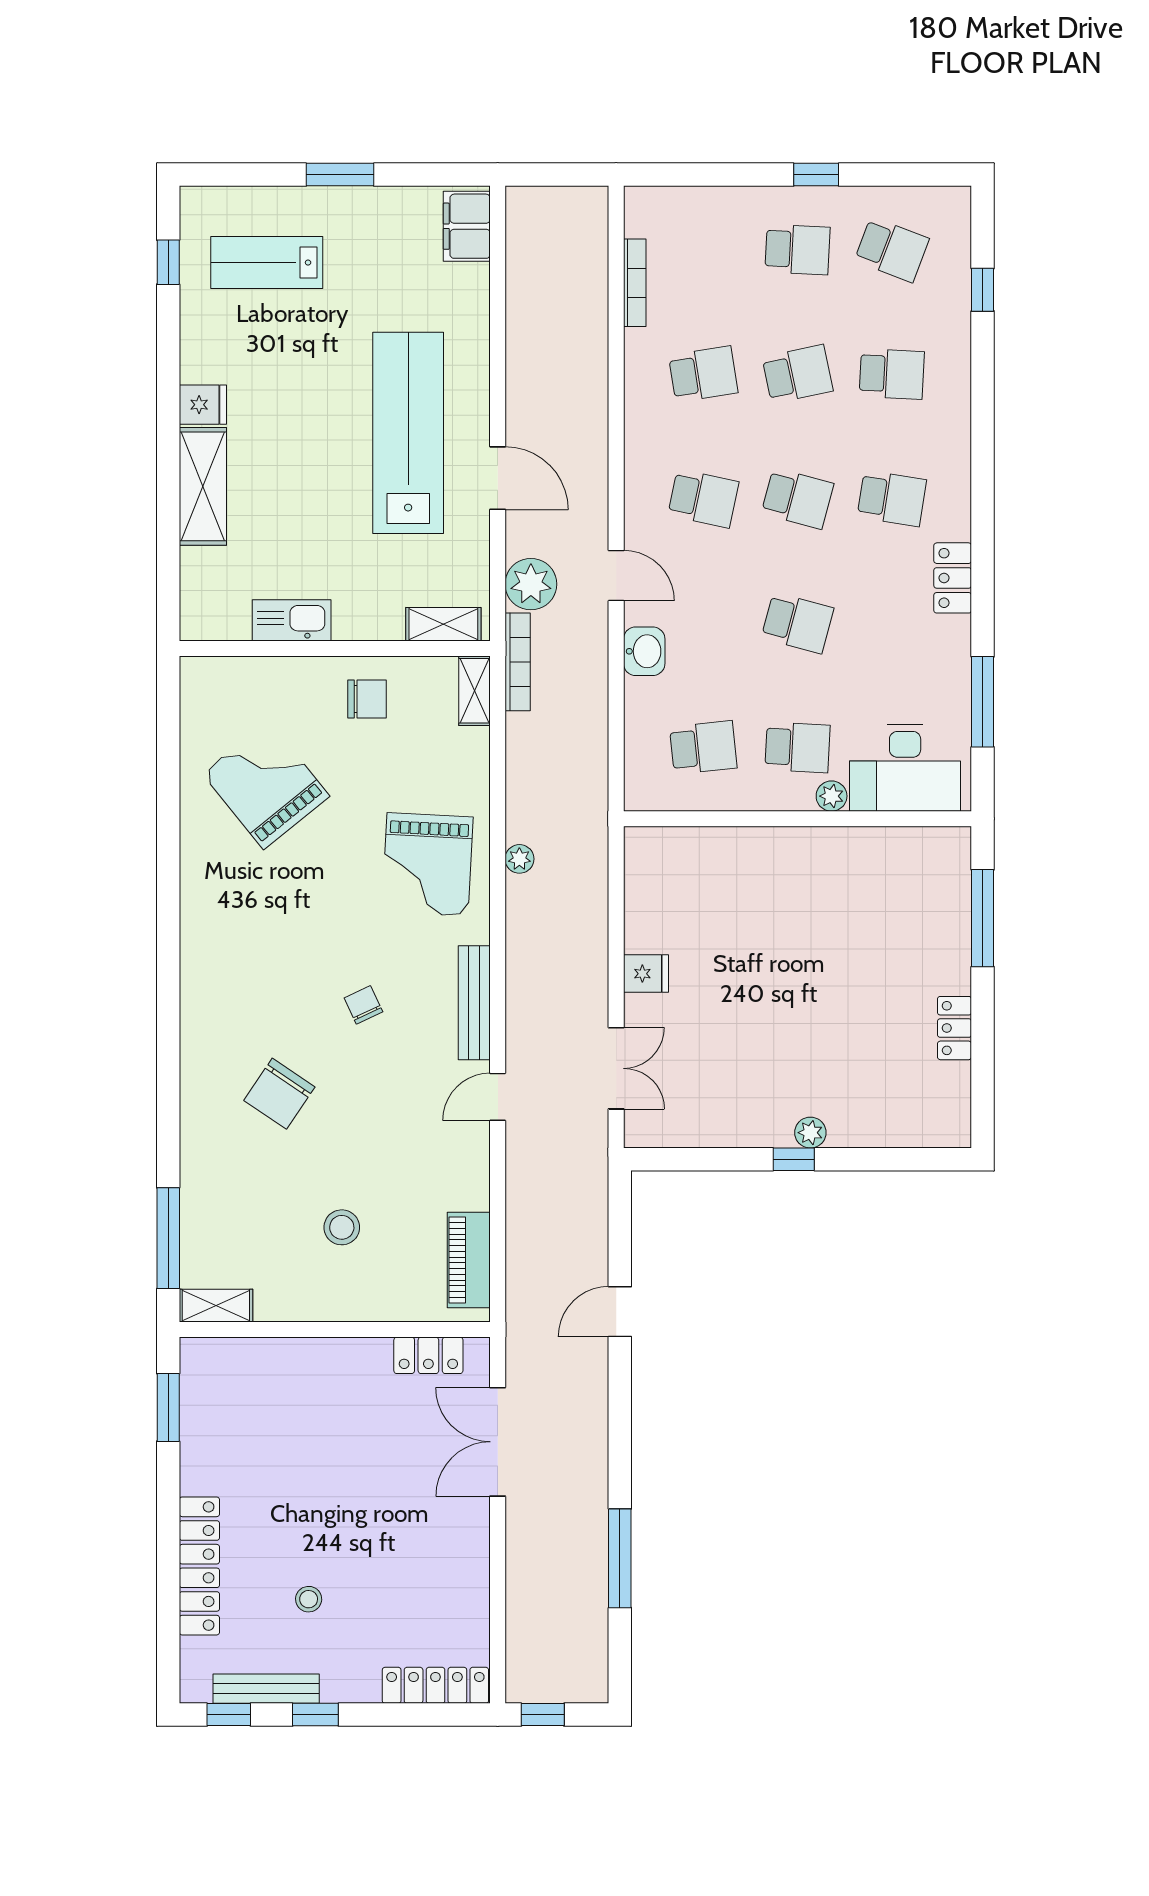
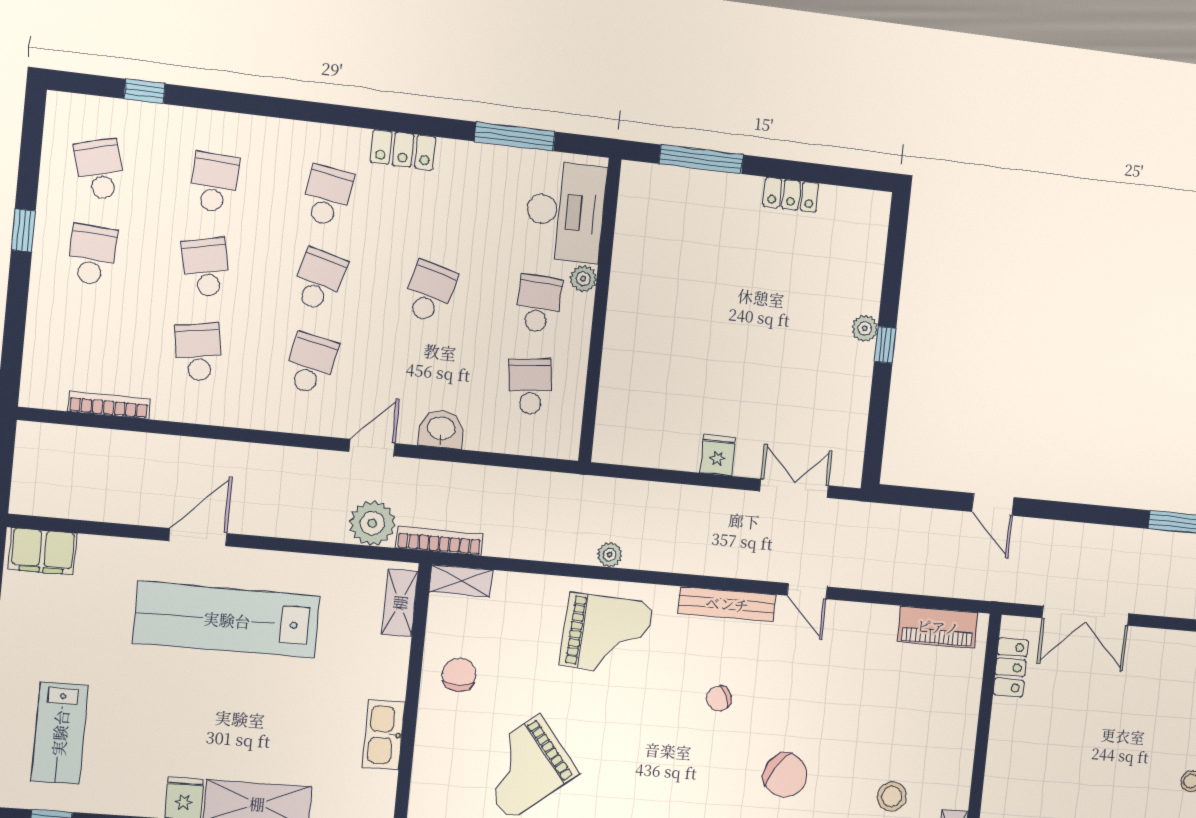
school desk: (892, 250) -> (100, 169), turned -36
door: (498, 478) -> (198, 537), moved
stool: (342, 1227) -> (892, 796), moved

